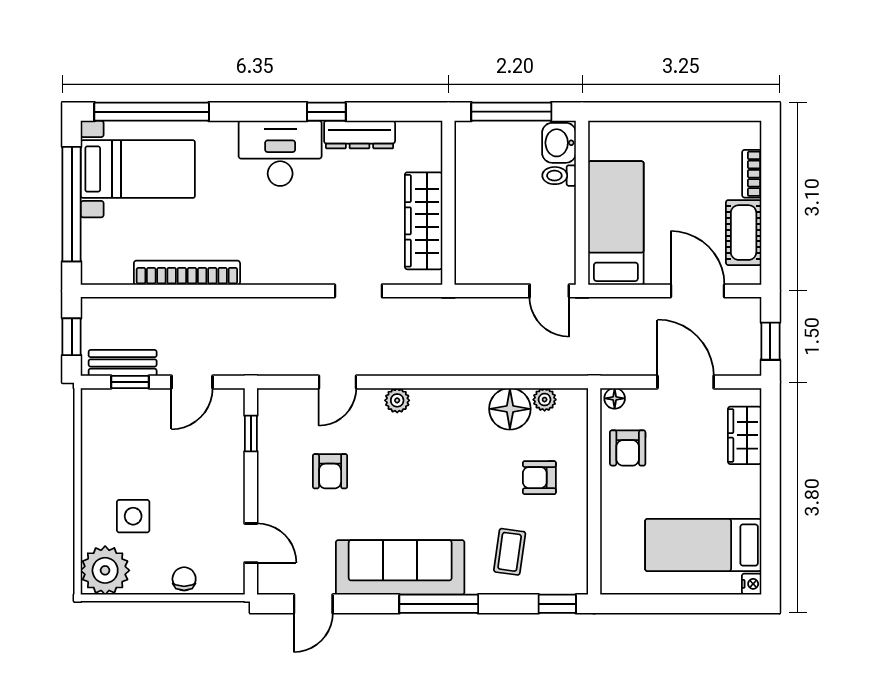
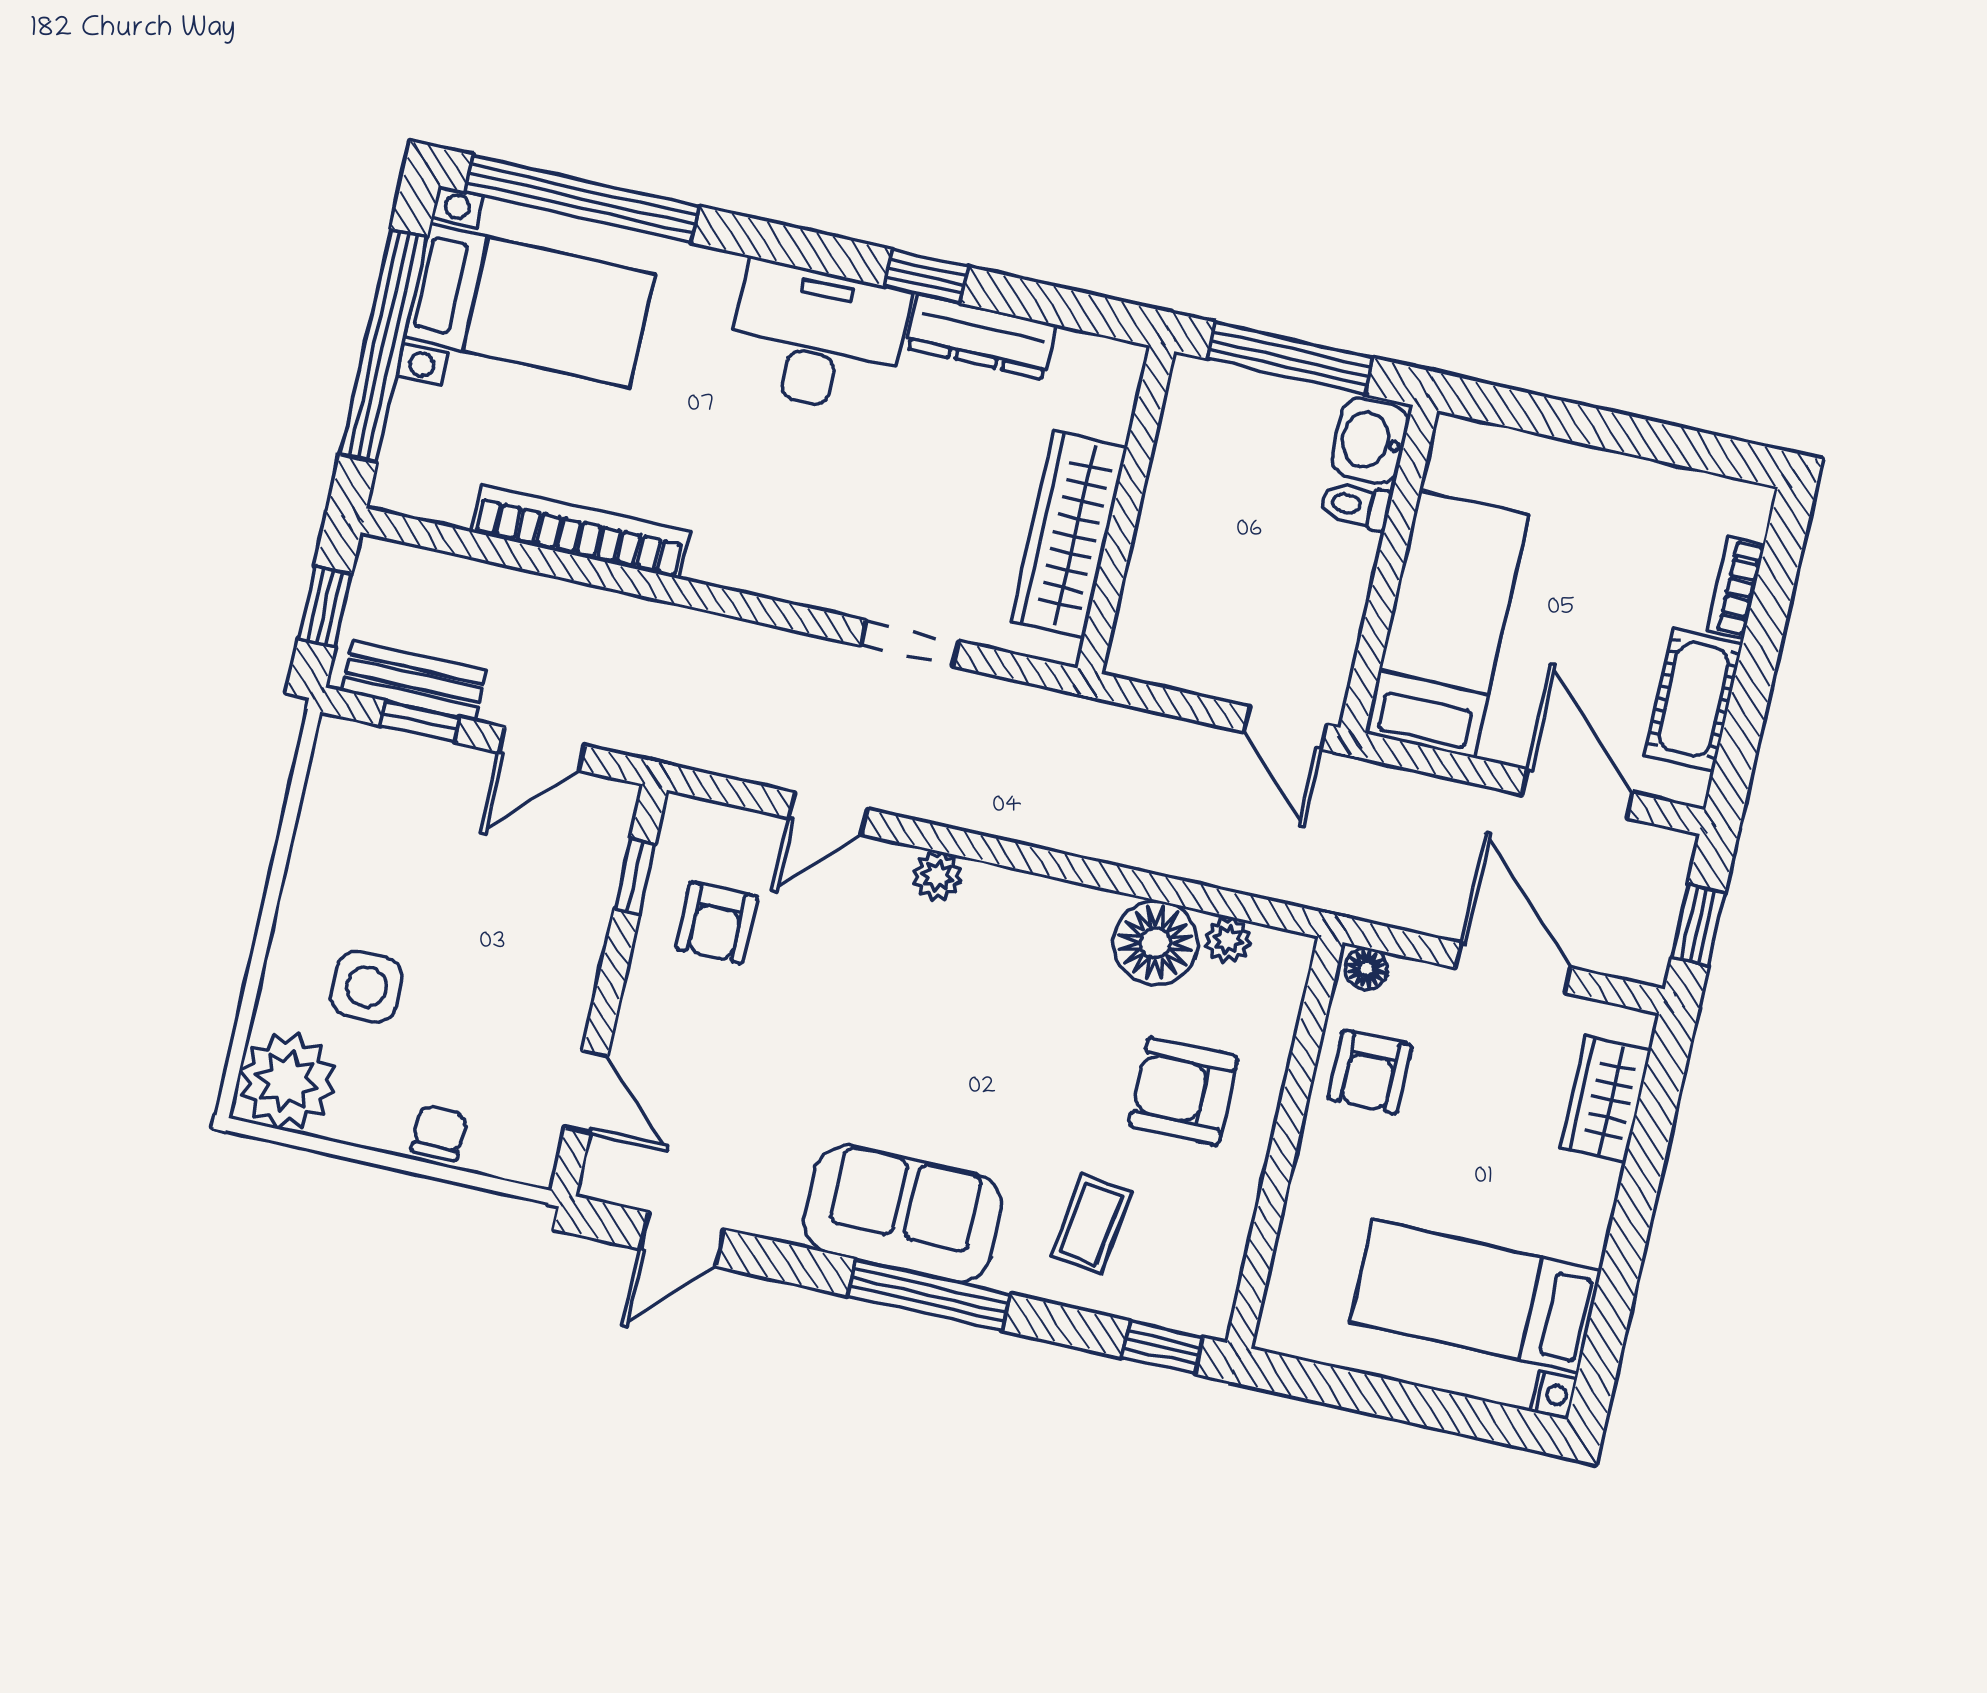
armchair: (330, 471) -> (716, 923), moved
armchair: (539, 478) -> (1183, 1091), width x1.38, depth x1.38
sofa: (400, 567) -> (903, 1214), width x0.73

